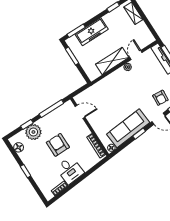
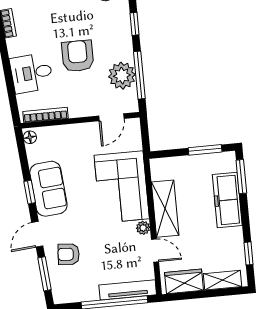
wardrobe: (144, 32) -> (184, 281), added
corner sofa: (113, 88) -> (122, 187), added
sofa: (128, 128) -> (48, 189), width x0.73
plant: (33, 132) -> (122, 76), moved
armchair: (58, 145) -> (78, 56), turned -90
desk: (70, 170) -> (32, 73), moved

